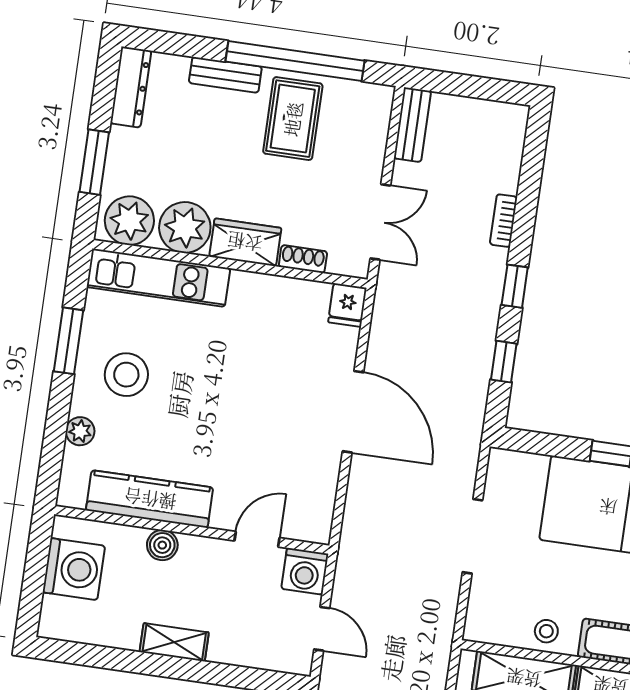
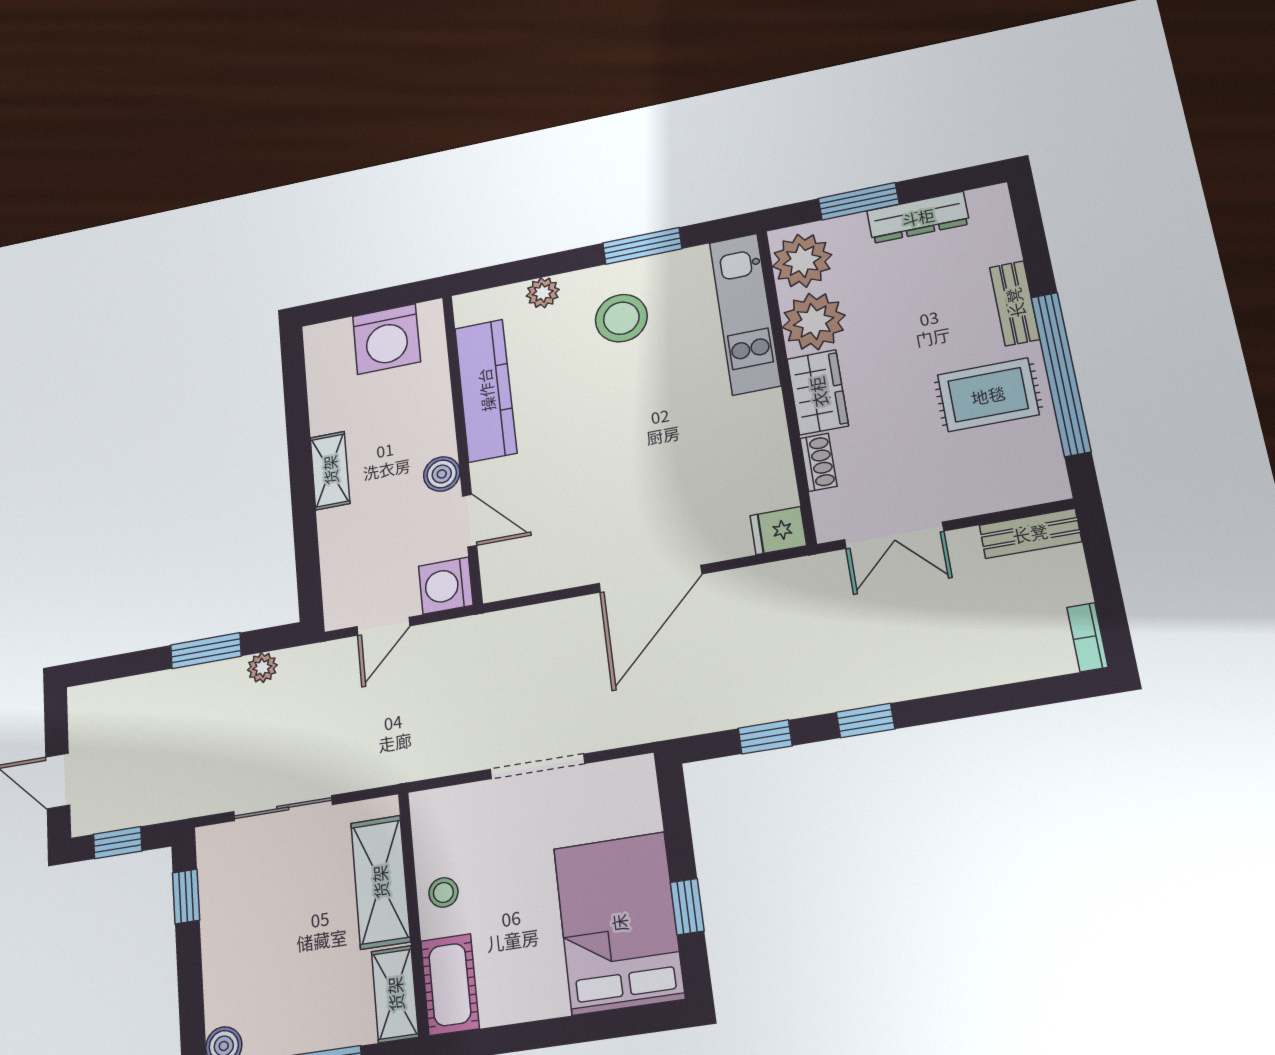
dresser: (131, 87) -> (918, 217), moved
bookcase: (503, 221) -> (1087, 637), moved, turned -90
boiler: (162, 545) -> (442, 474), moved

